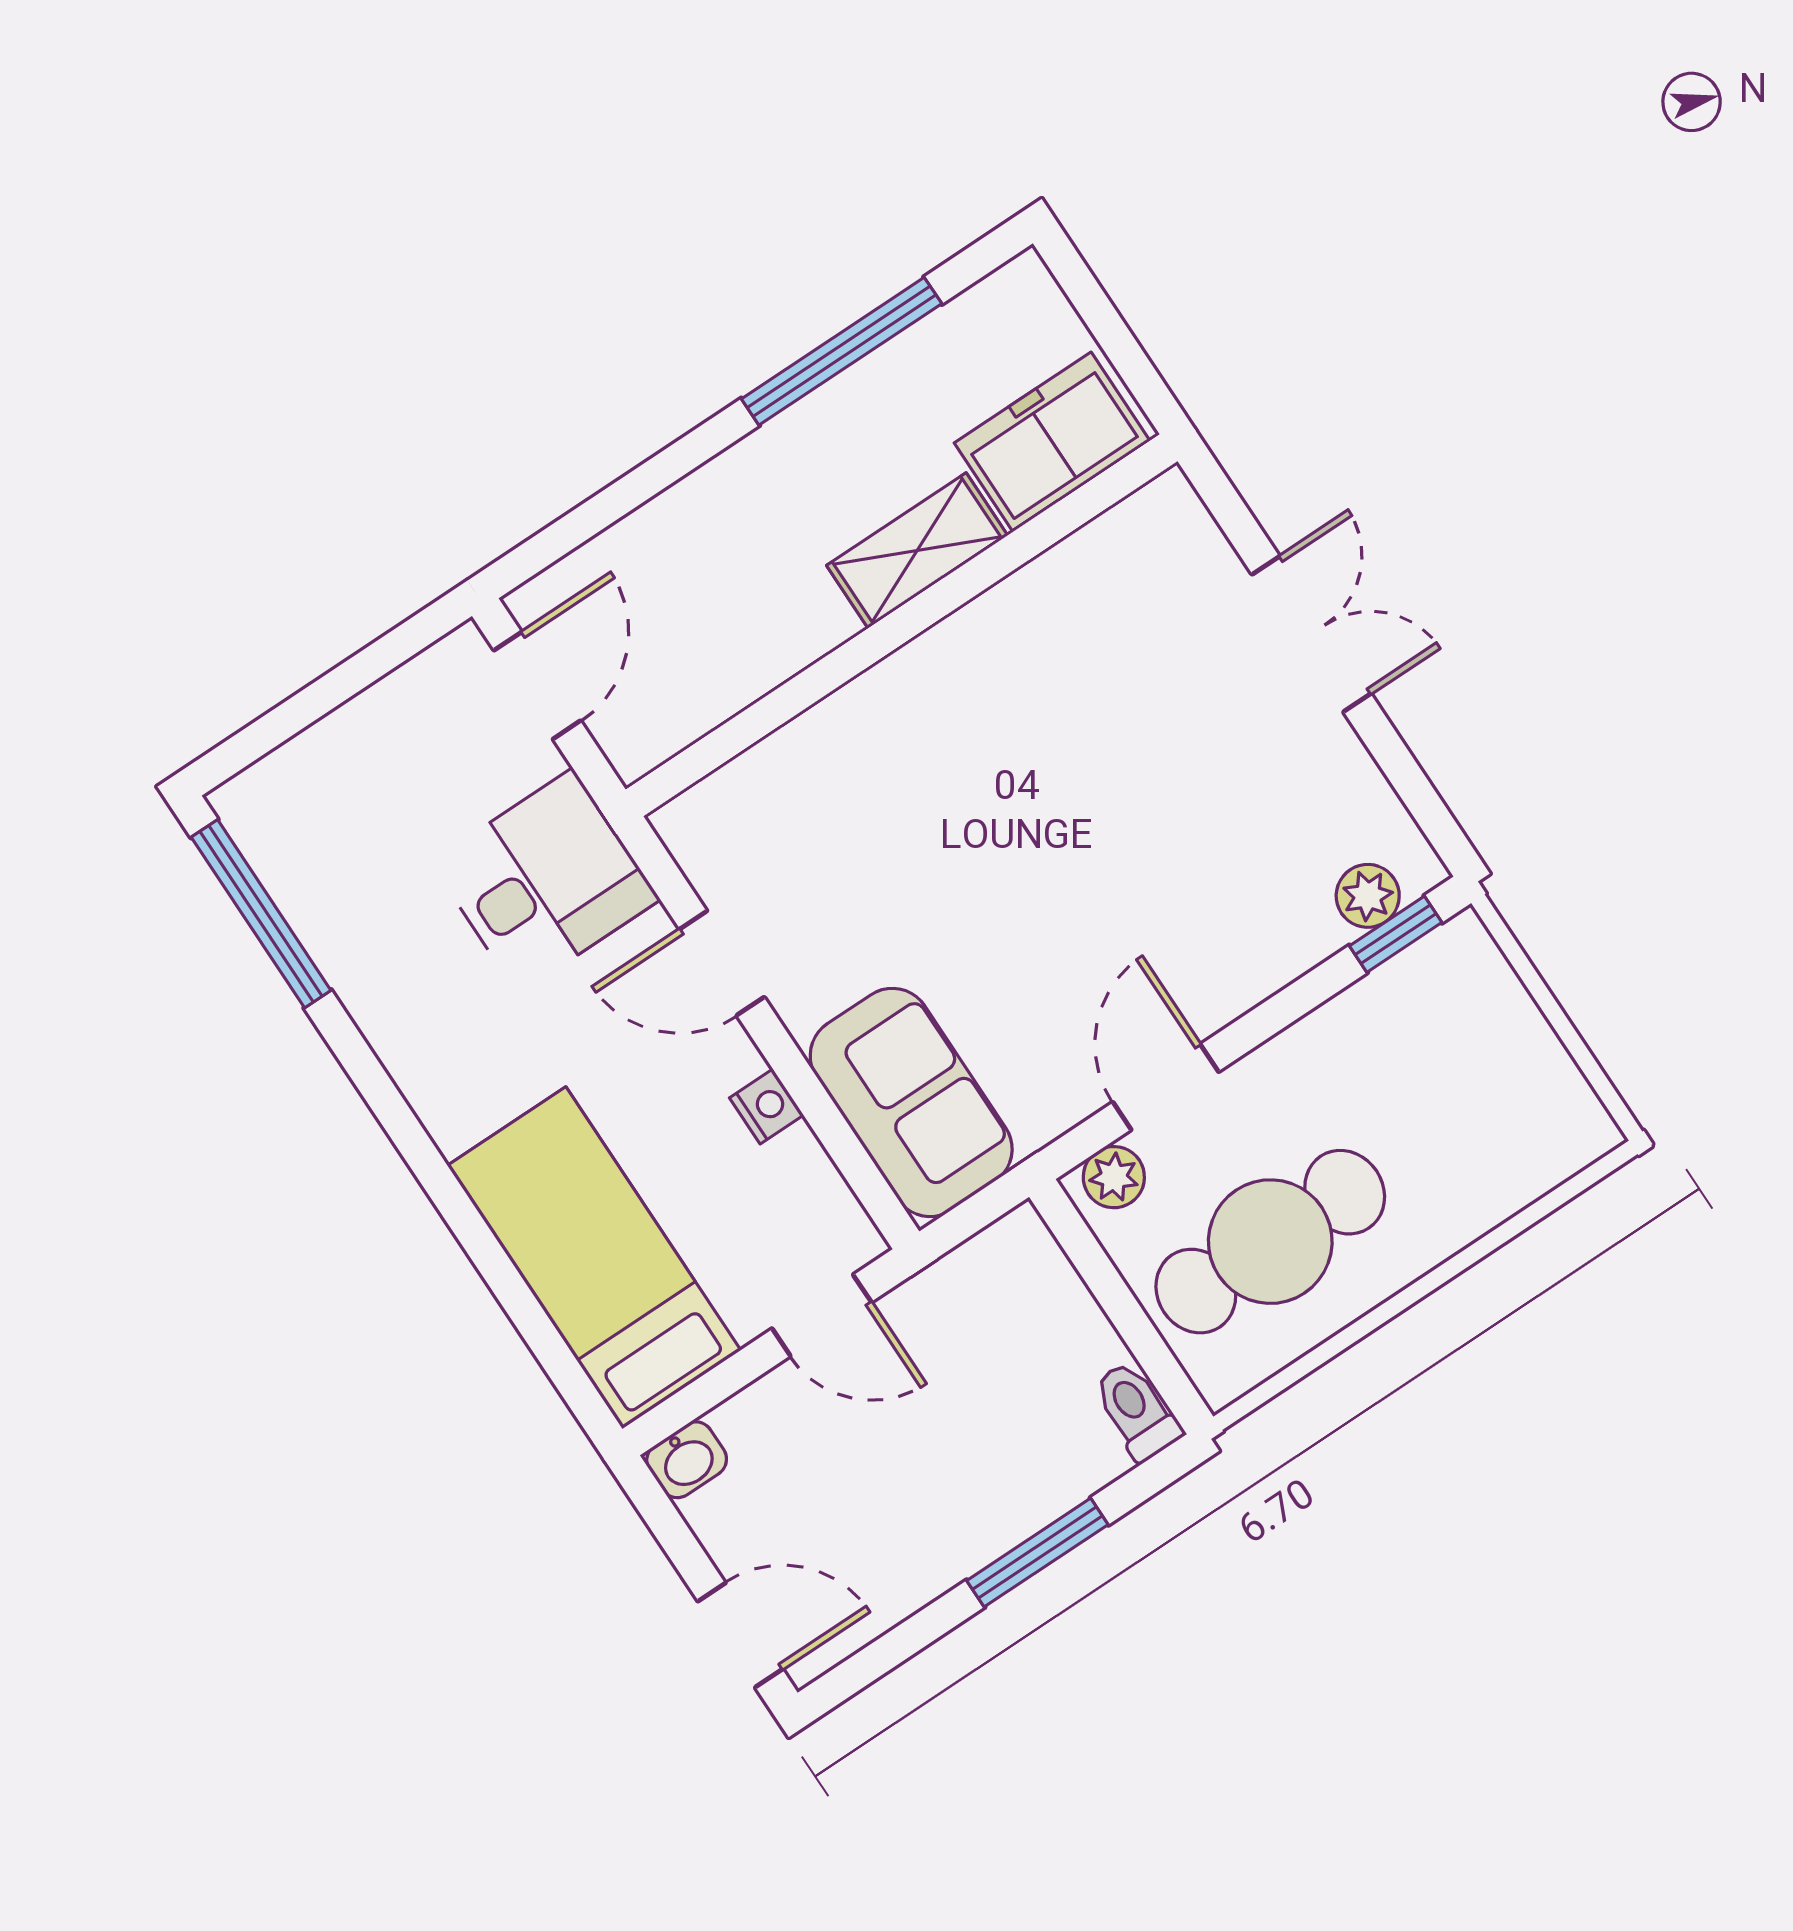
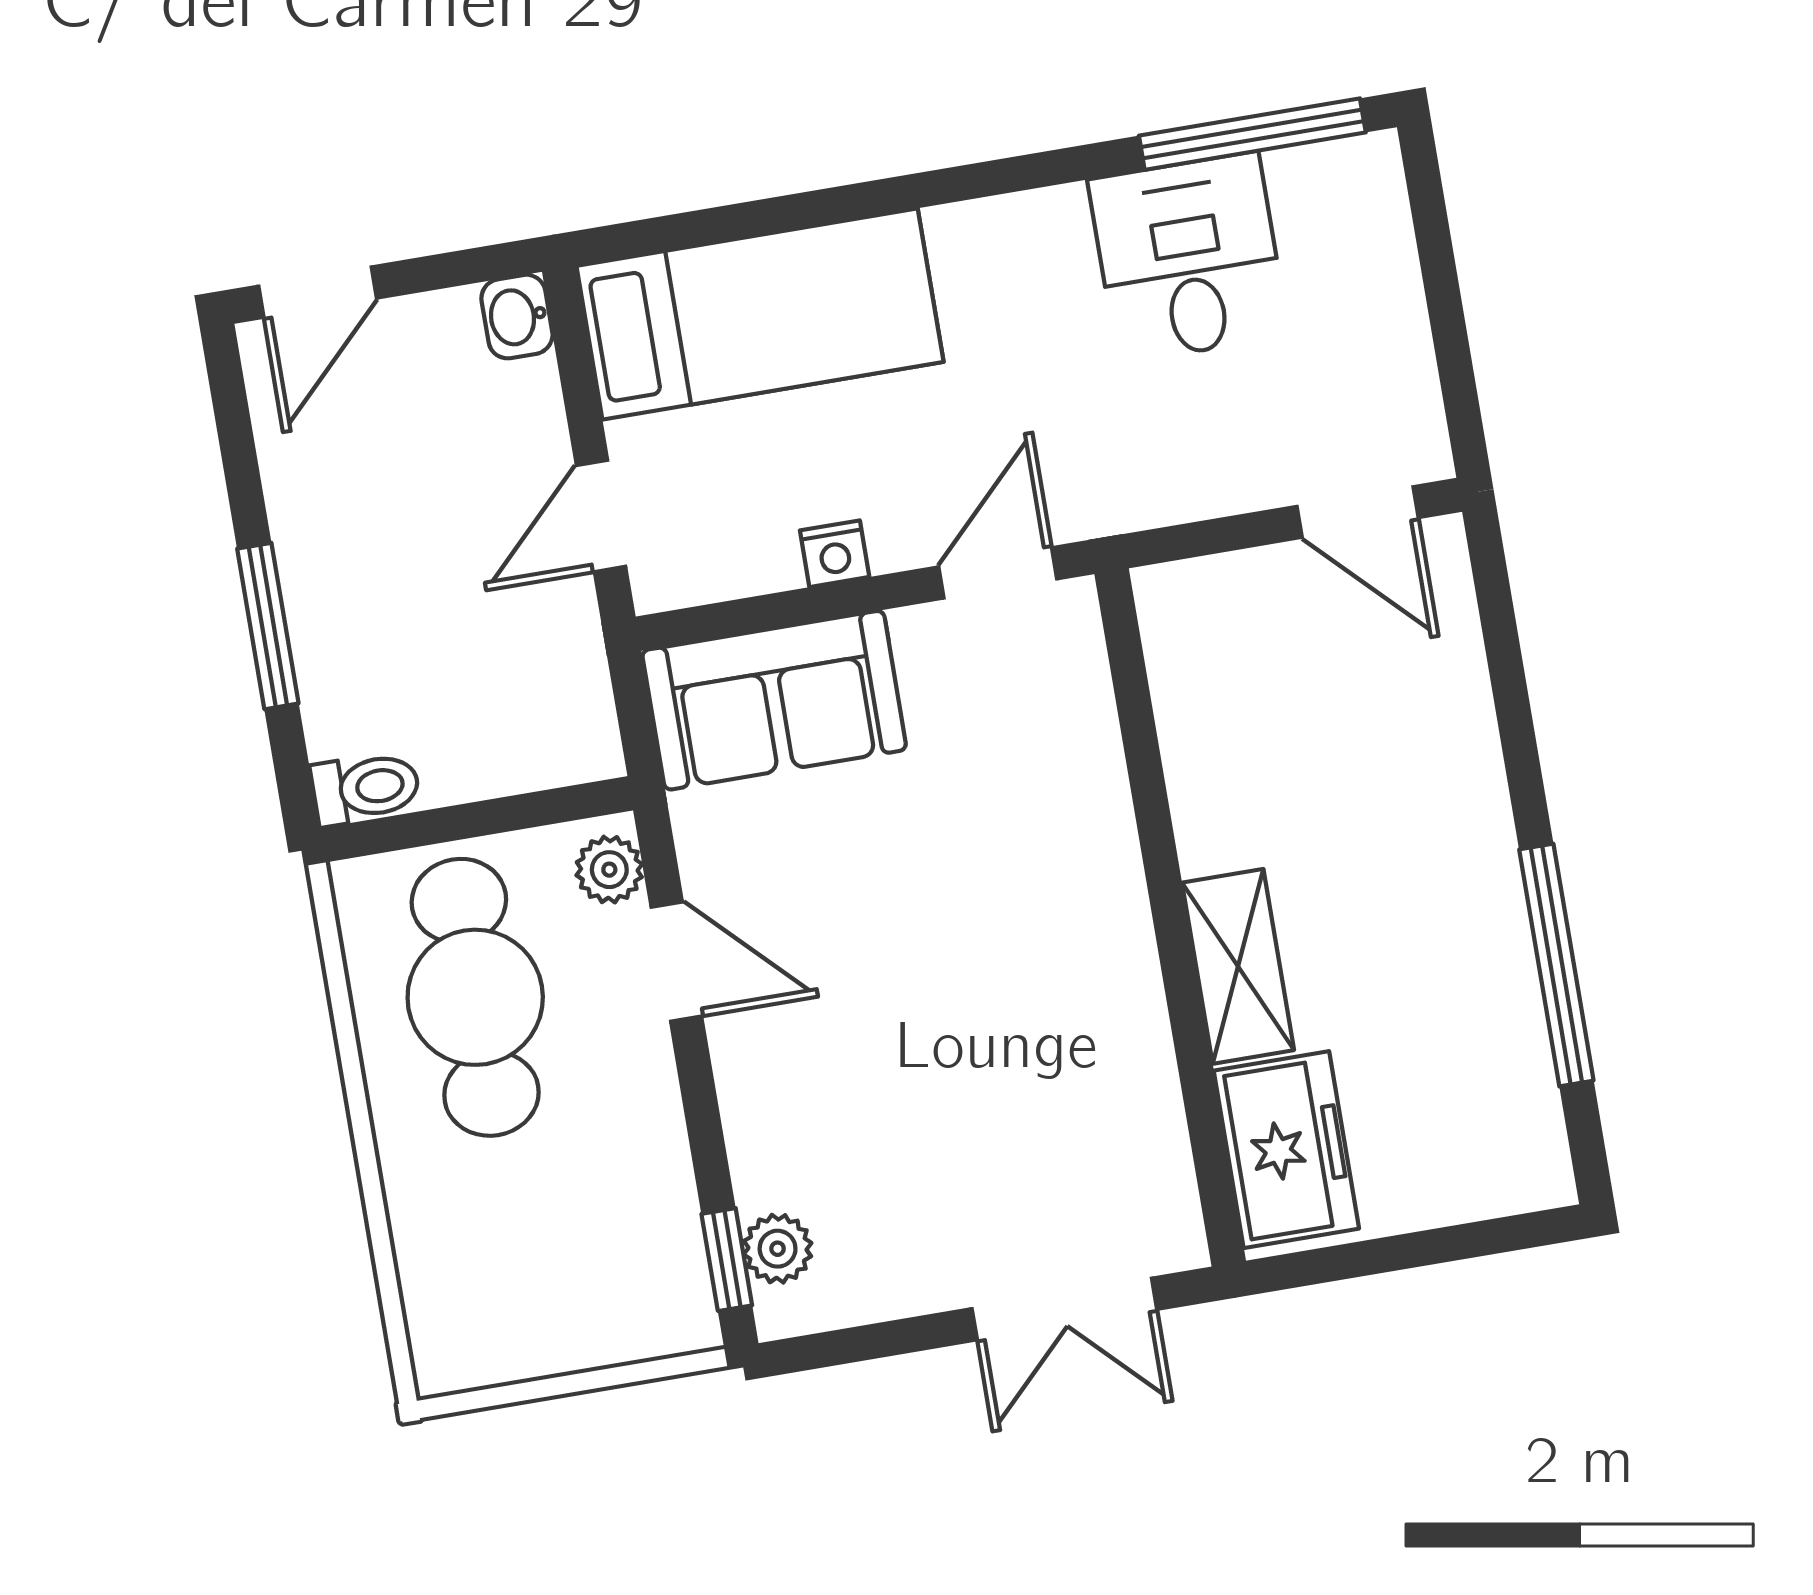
freezer: (1052, 442) -> (1286, 1150), moved
shelving: (917, 550) -> (1238, 966), moved
wall: (902, 625) -> (1170, 917), moved
desk: (545, 881) -> (1188, 258), moved, turned 180

